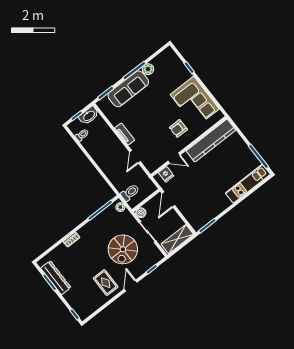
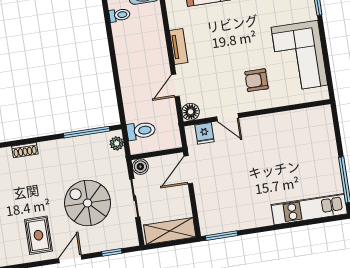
kitchen counter: (211, 140) -> (292, 122), removed
floor lamp: (152, 167) -> (191, 112), added
spiral stairs: (123, 249) -> (88, 203), turned 90

